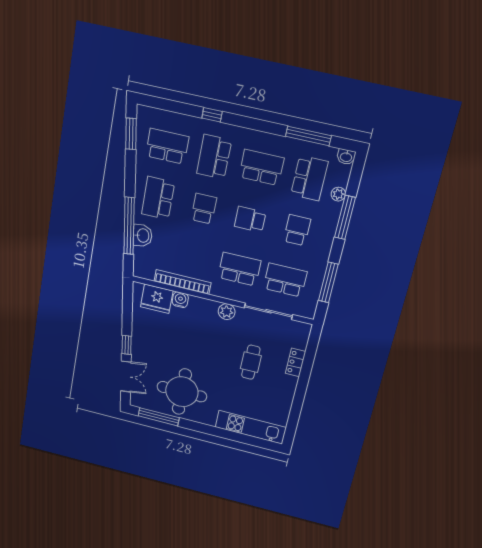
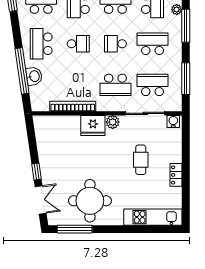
school desk: (204, 209) -> (78, 44), turned 90
school desk: (297, 230) -> (153, 44), width x1.85
school desk: (239, 269) -> (115, 85), turned 180
fridge: (157, 299) -> (93, 125), moved
water cooler: (180, 300) -> (173, 122), moved
locker: (295, 362) -> (176, 175), moved

